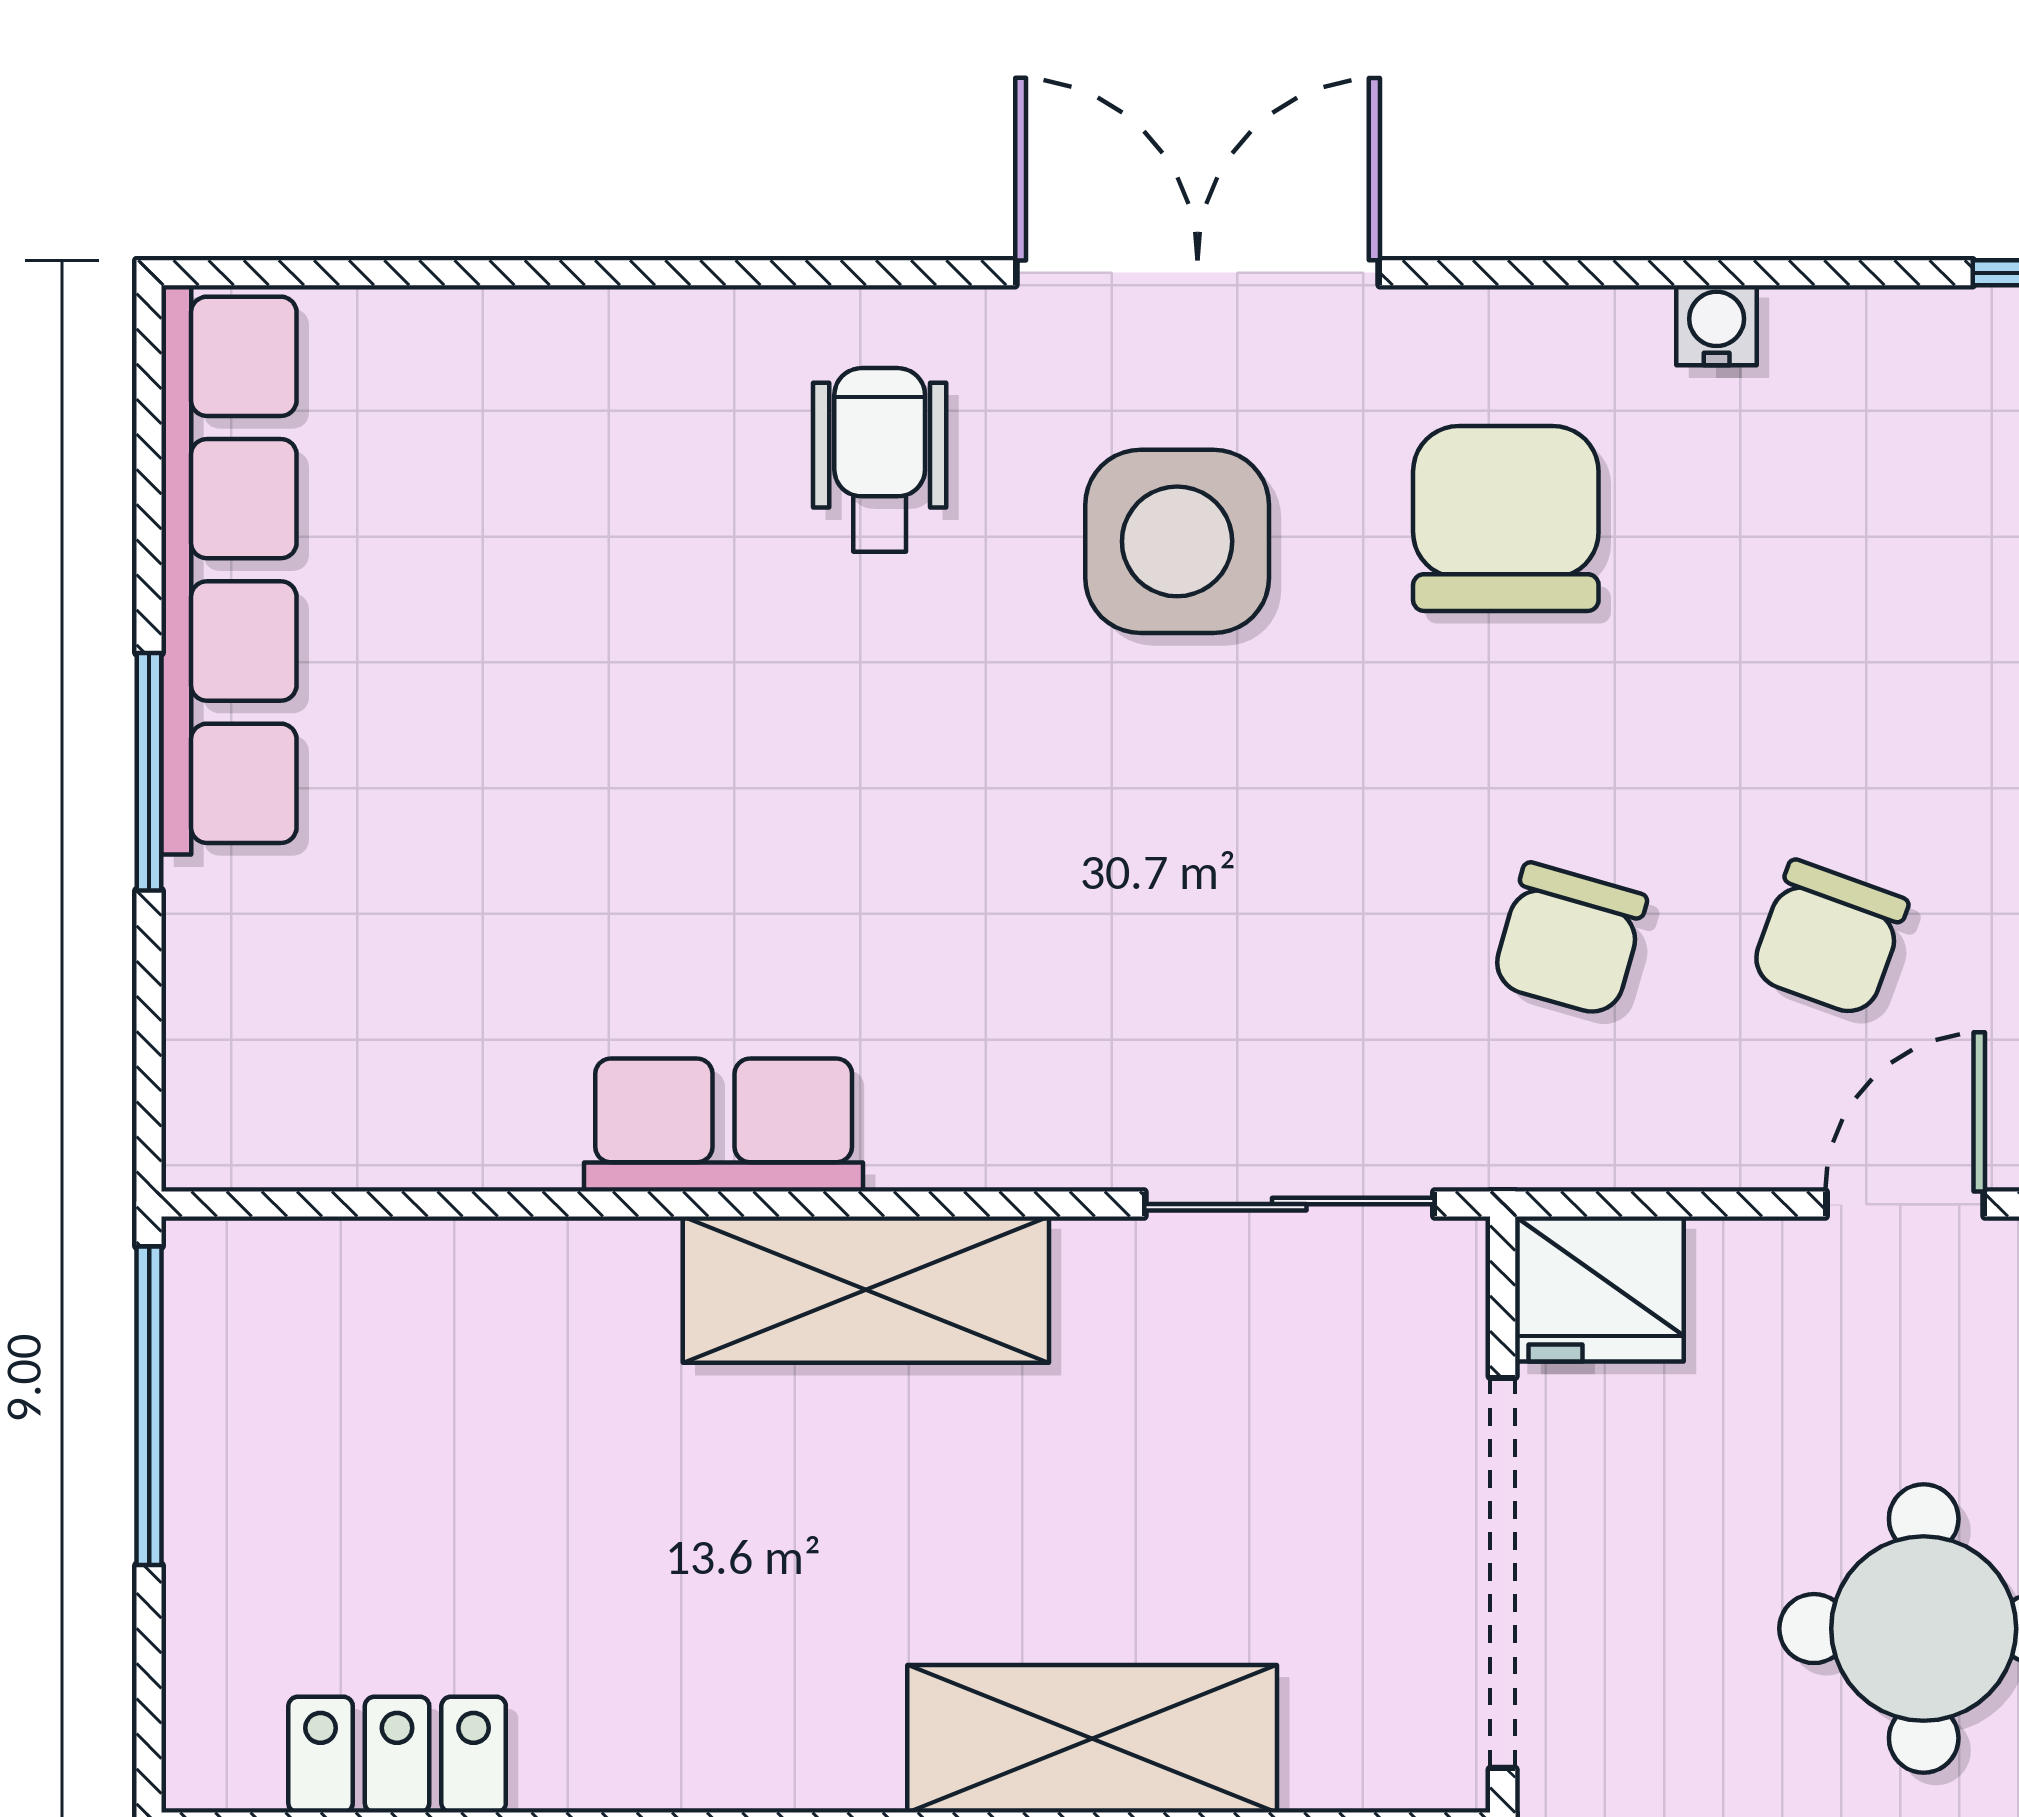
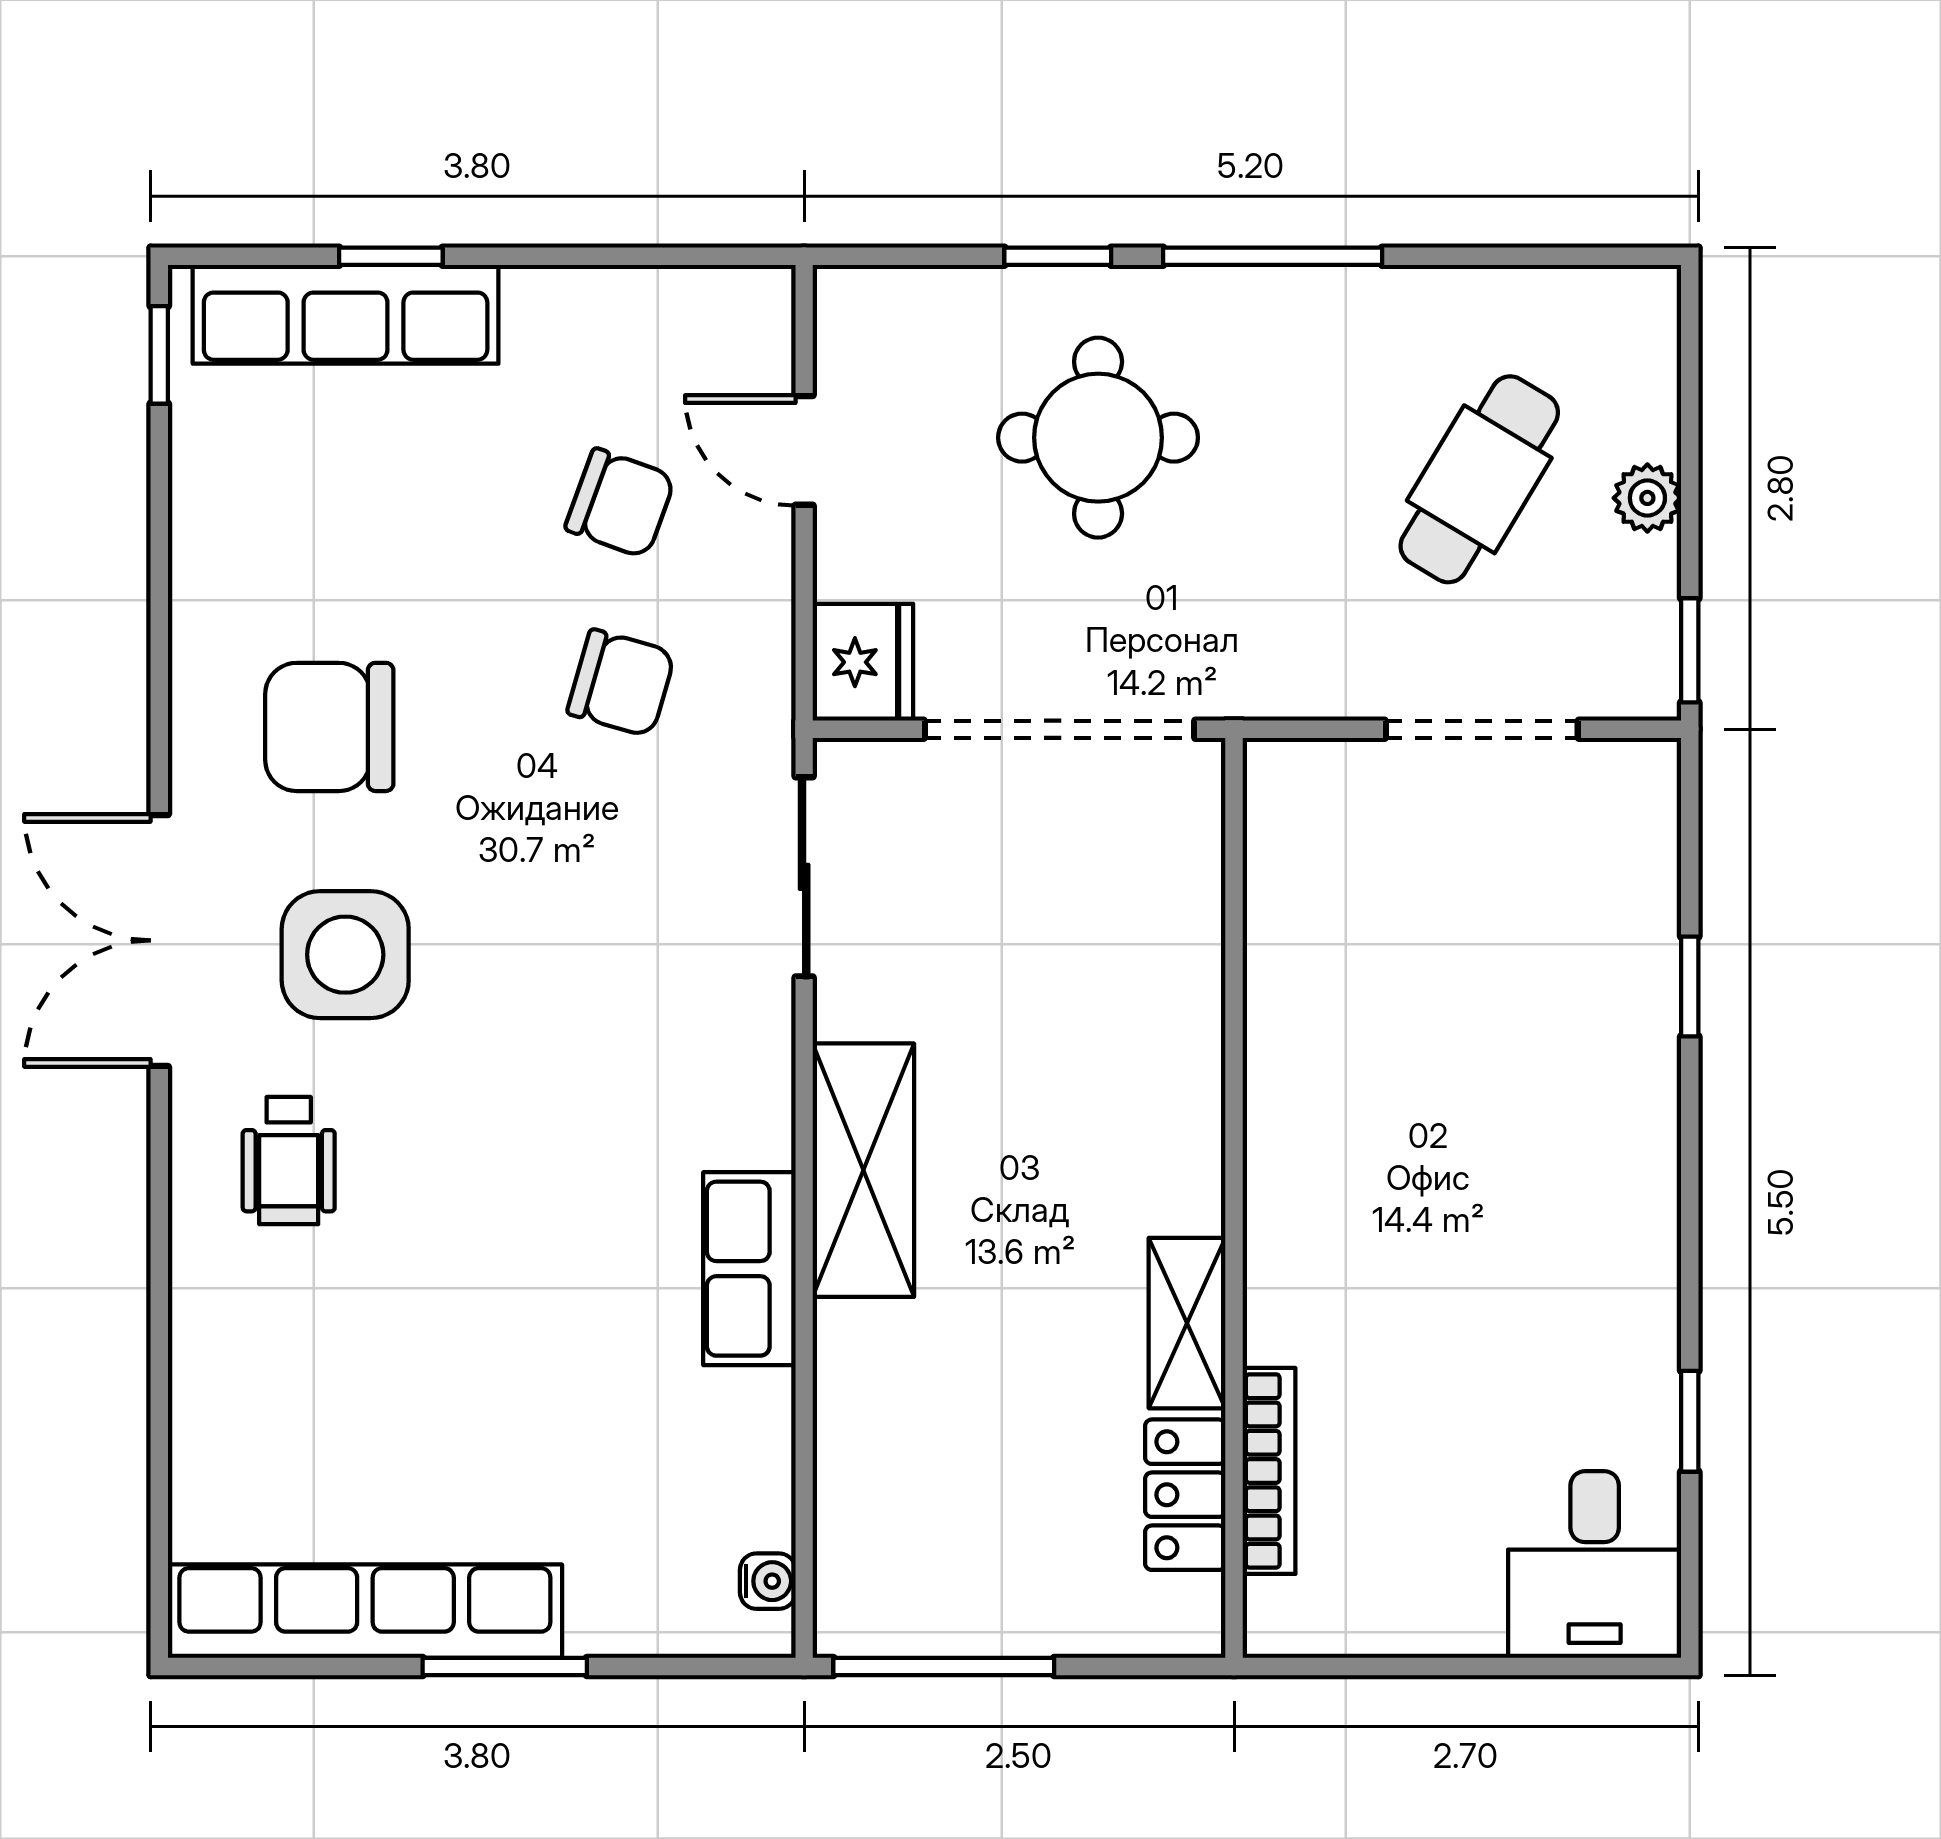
water cooler: (1717, 325) -> (768, 1581), moved, turned 180
wheelchair: (880, 460) -> (289, 1161), turned -90
shelving: (1092, 1739) -> (1187, 1323), moved, width x0.67, depth x0.75

